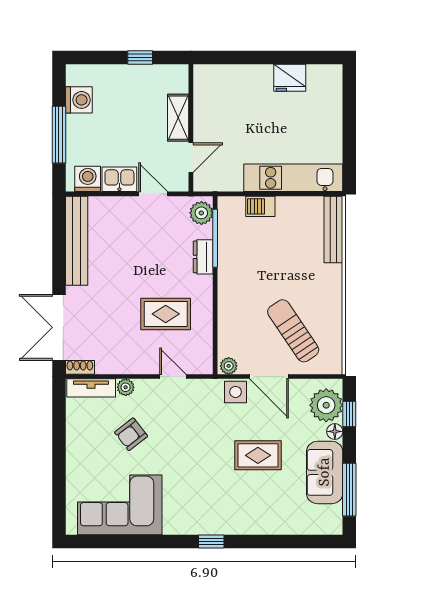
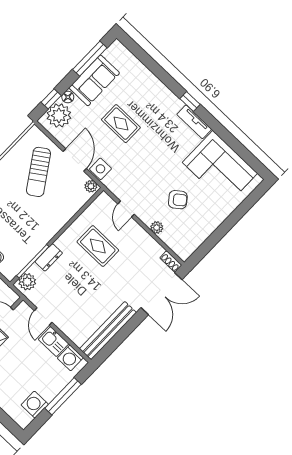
tv unit: (91, 388) -> (194, 122), moved, turned 180

